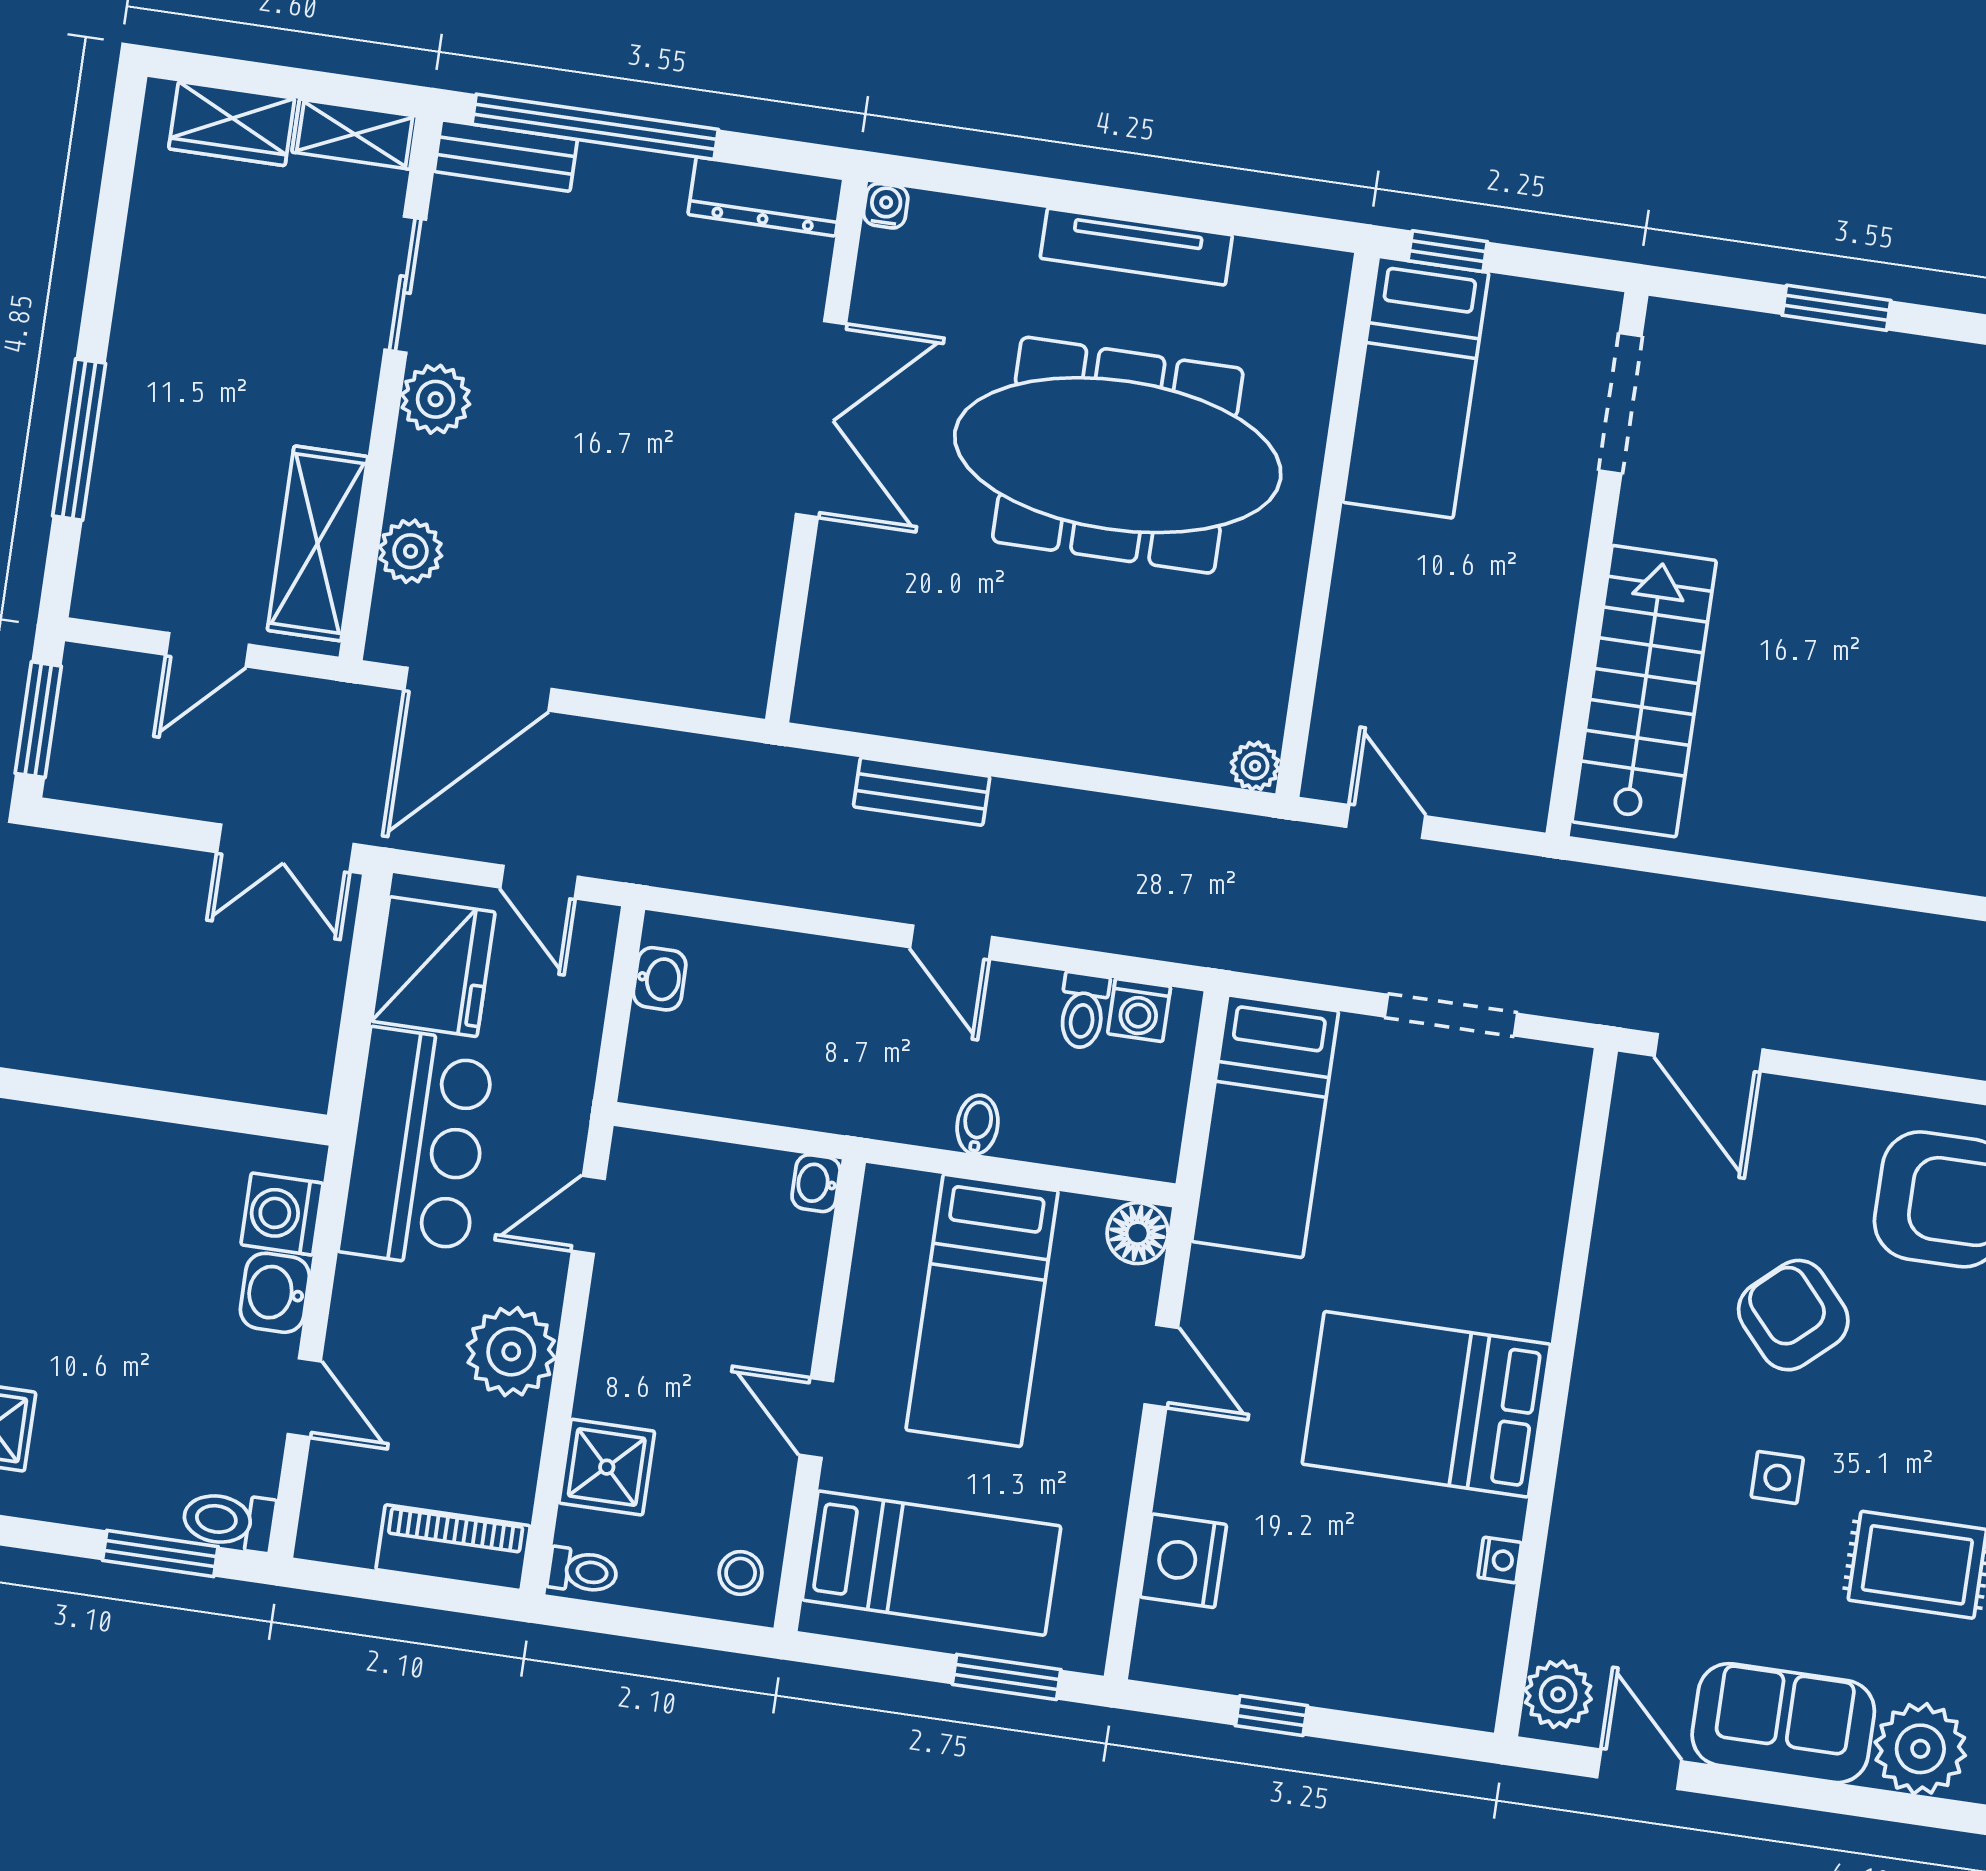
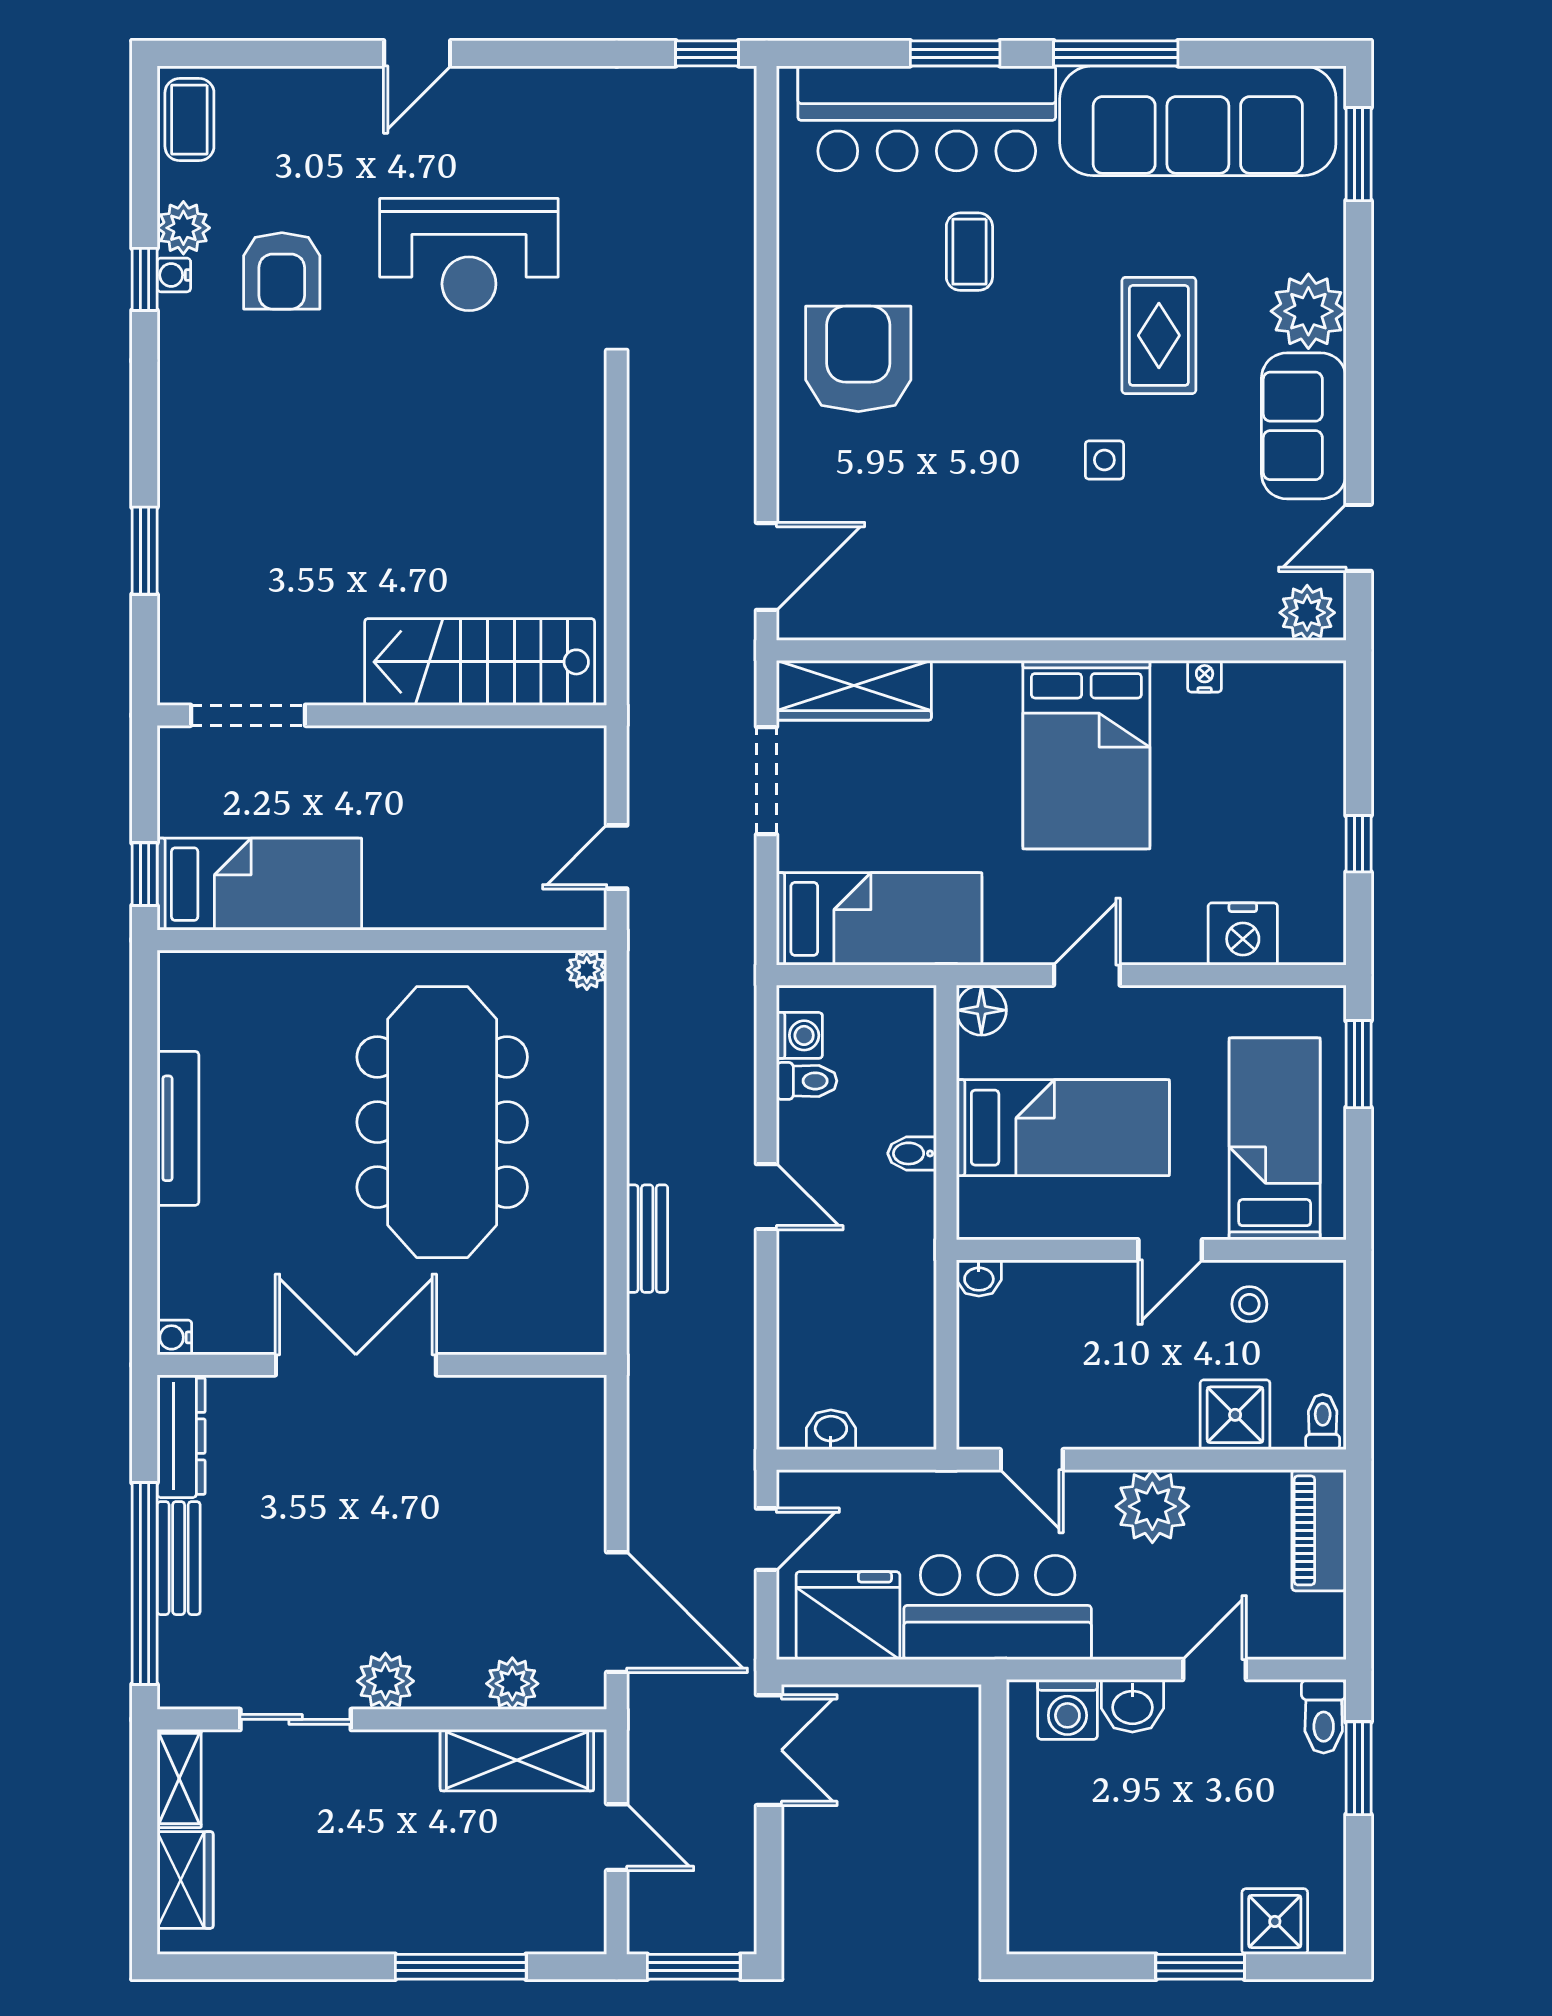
bench: (506, 156) -> (179, 1558), moved
meeting table: (1118, 455) -> (442, 1122), moved
door: (951, 942) -> (767, 1197), hinge flipped
wardrobe: (1544, 1136) -> (854, 690), added
armchair: (1793, 1315) -> (970, 466), removed
stool: (741, 1573) -> (1249, 1304), moved

